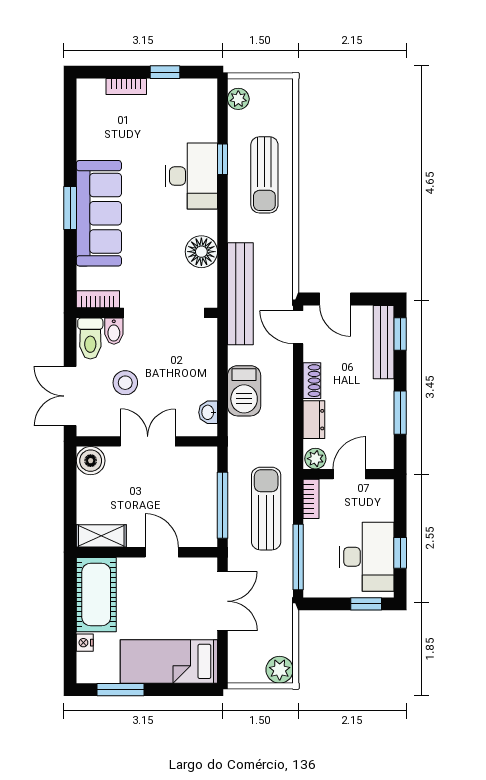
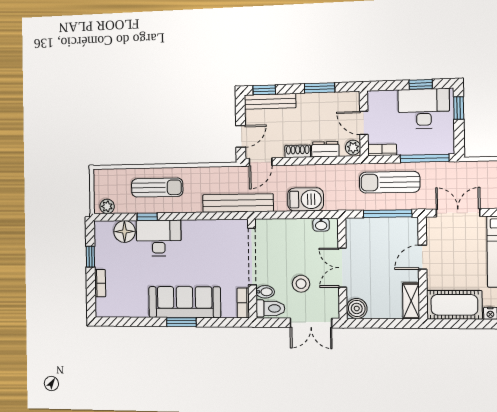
floor lamp: (201, 252) -> (125, 231), moved

